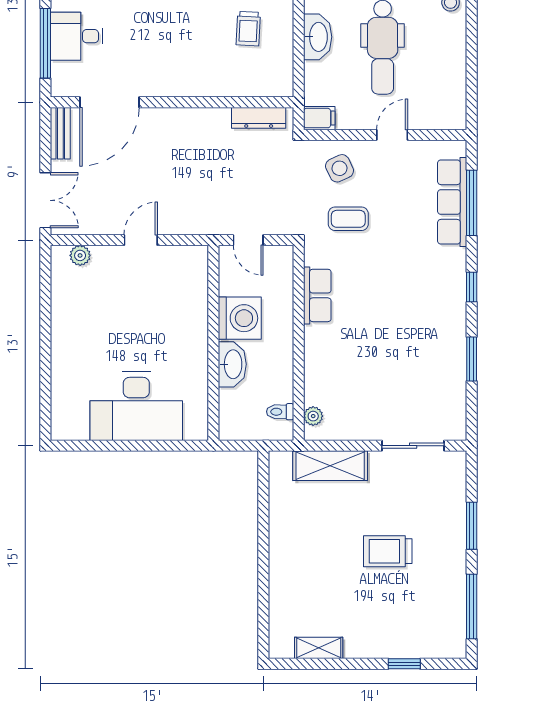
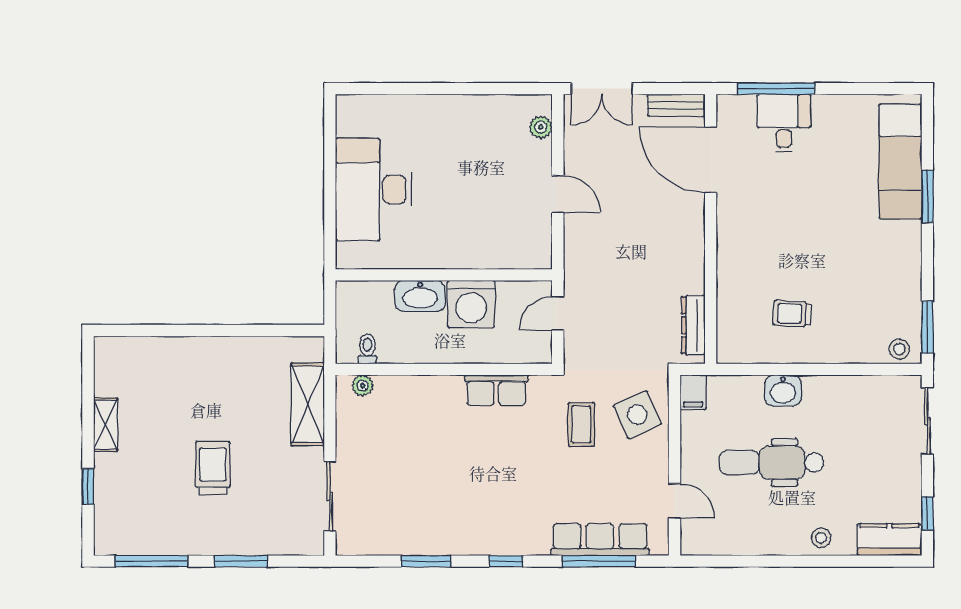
washbasin: (318, 37) -> (783, 390), width x0.72
door: (392, 135) -> (674, 501), moved
side table: (340, 168) -> (637, 415), width x1.37, depth x1.37
shelving: (319, 648) -> (106, 425), moved

